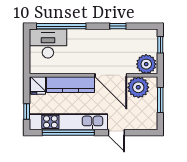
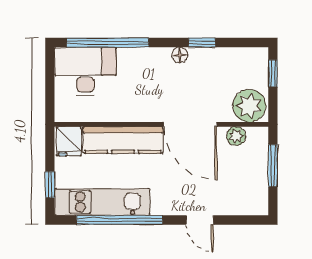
floor lamp: (105, 34) -> (180, 55), added
plant: (138, 87) -> (236, 136), width x0.53, depth x0.53
kitchen unit: (68, 122) -> (102, 202), width x0.73

